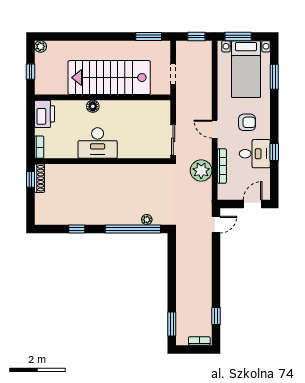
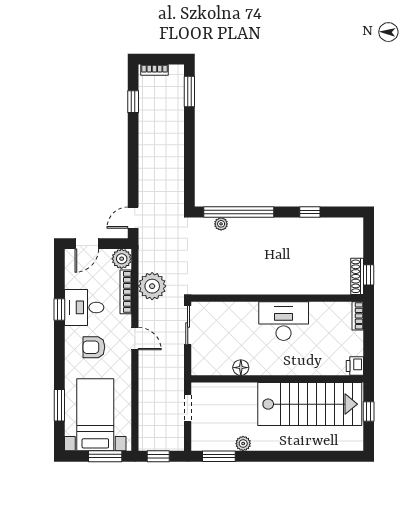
plant: (41, 46) -> (243, 443), moved
stairs: (109, 78) -> (310, 404), moved
floor lamp: (93, 106) -> (241, 368), moved
printer: (45, 114) -> (355, 366), width x0.53, depth x0.68
plant: (225, 192) -> (122, 259), added

